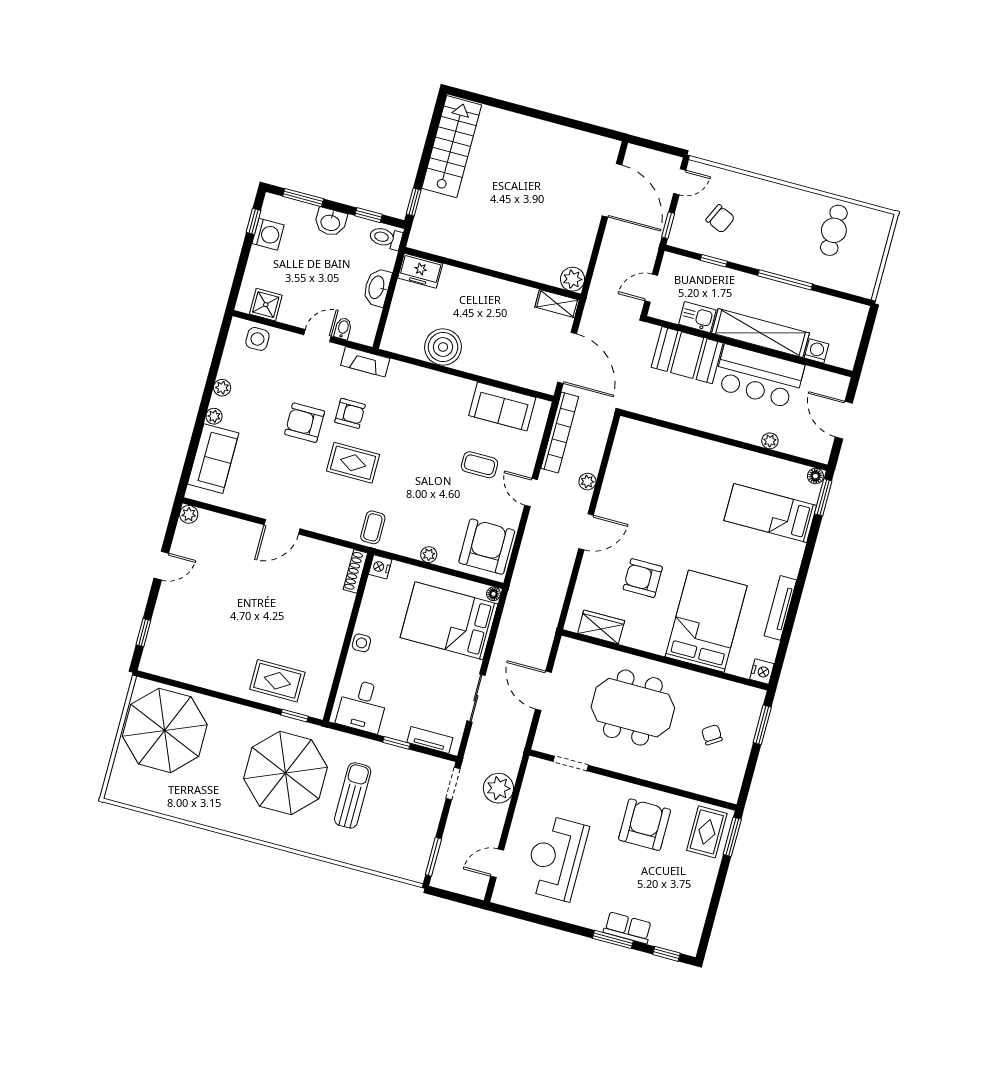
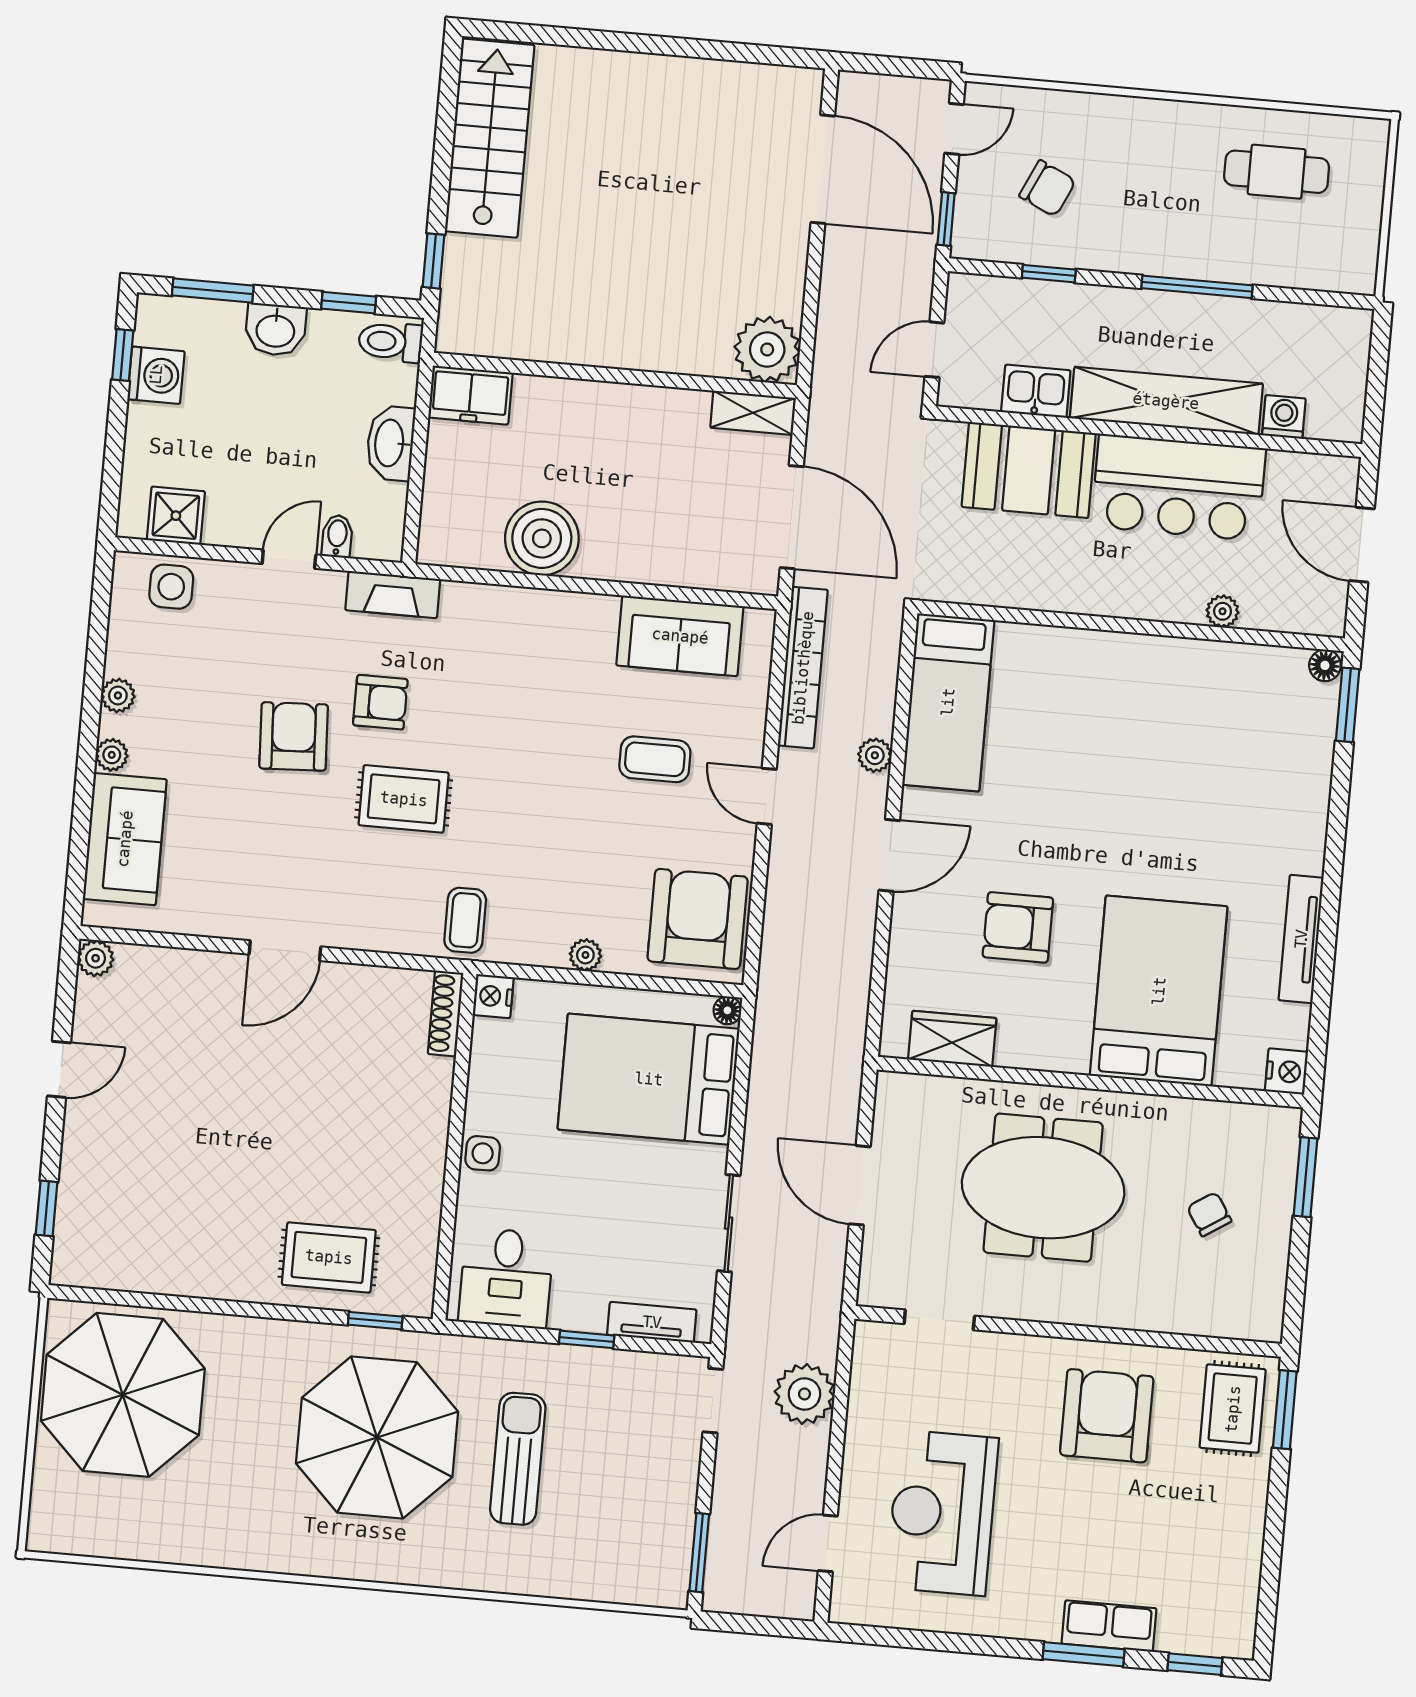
cafe table: (834, 230) -> (1277, 172), turned 90
plant: (573, 279) -> (767, 350), width x1.36, depth x1.36
armchair: (305, 423) -> (294, 736), turned 87
bed: (770, 513) -> (948, 702), moved, turned -90

